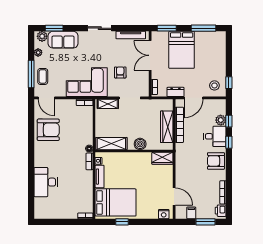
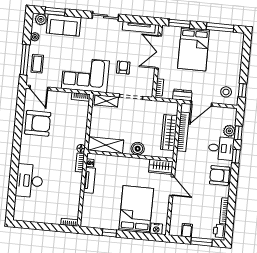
door: (174, 197) -> (172, 186), moved
bed: (116, 202) -> (136, 209), moved, turned -90

